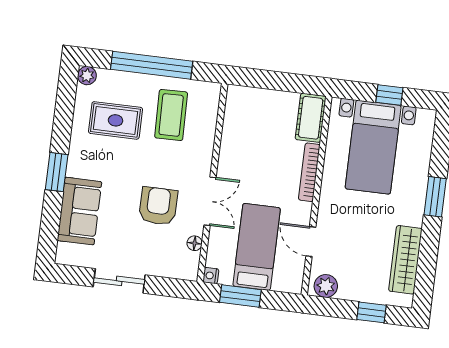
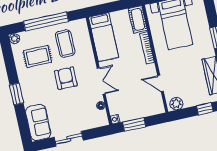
armchair: (158, 206) -> (66, 78), moved
sofa: (79, 211) -> (38, 122), moved
bed: (257, 247) -> (104, 37), moved, turned 180

